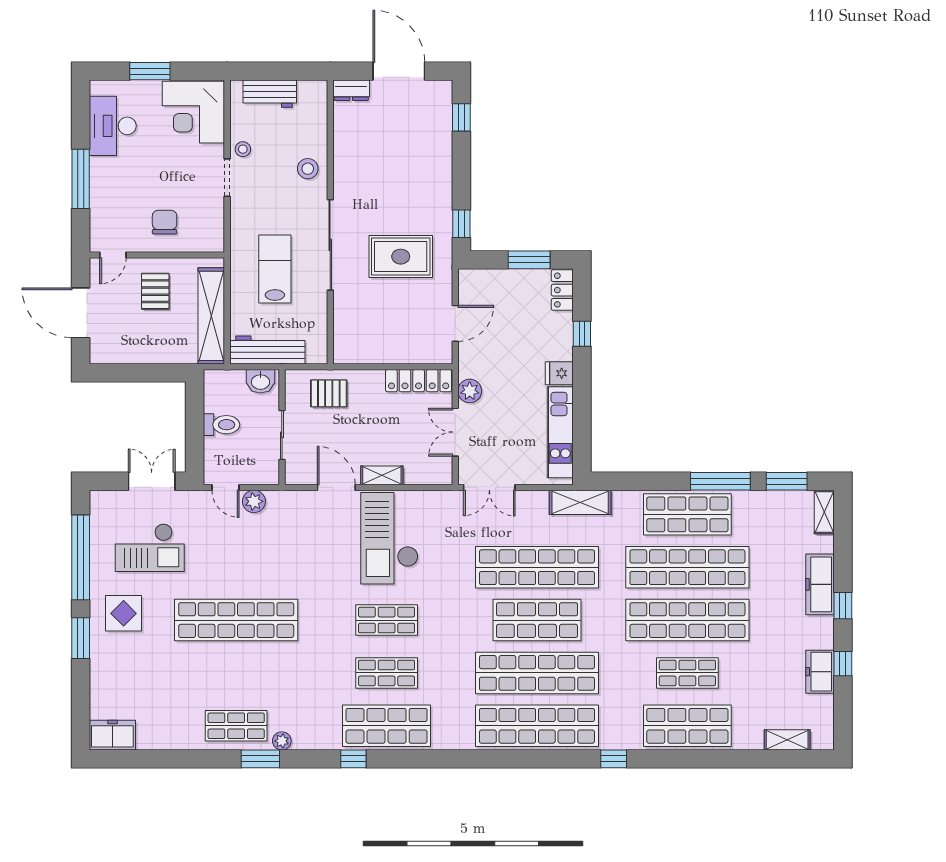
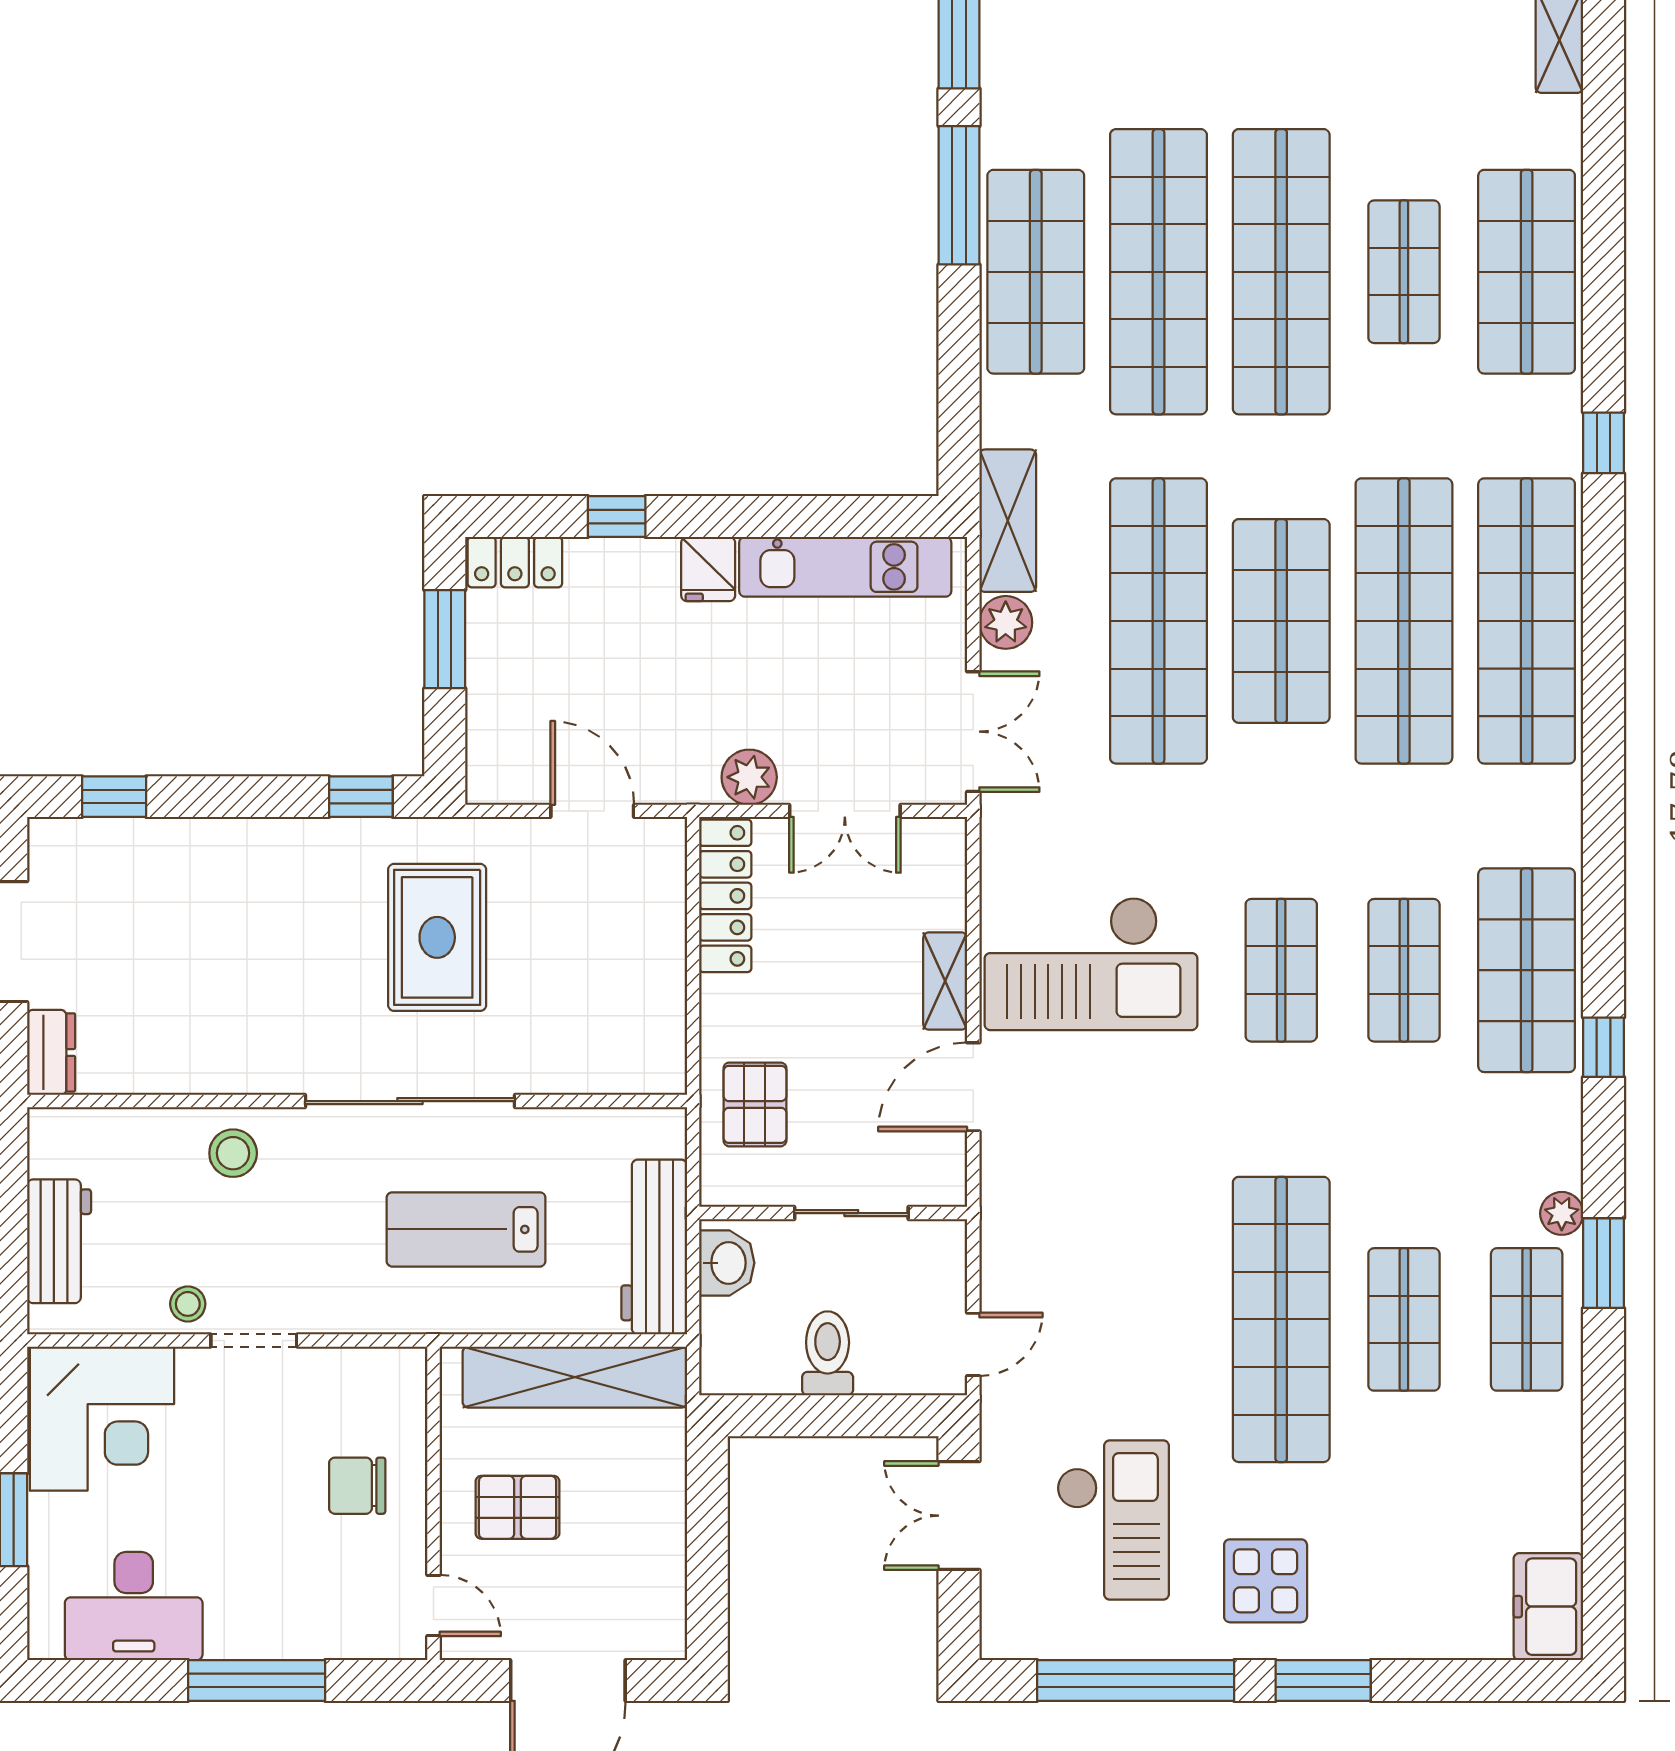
plant: (254, 501) -> (1006, 622), moved
shop shelf: (236, 673) -> (1404, 1319), added

